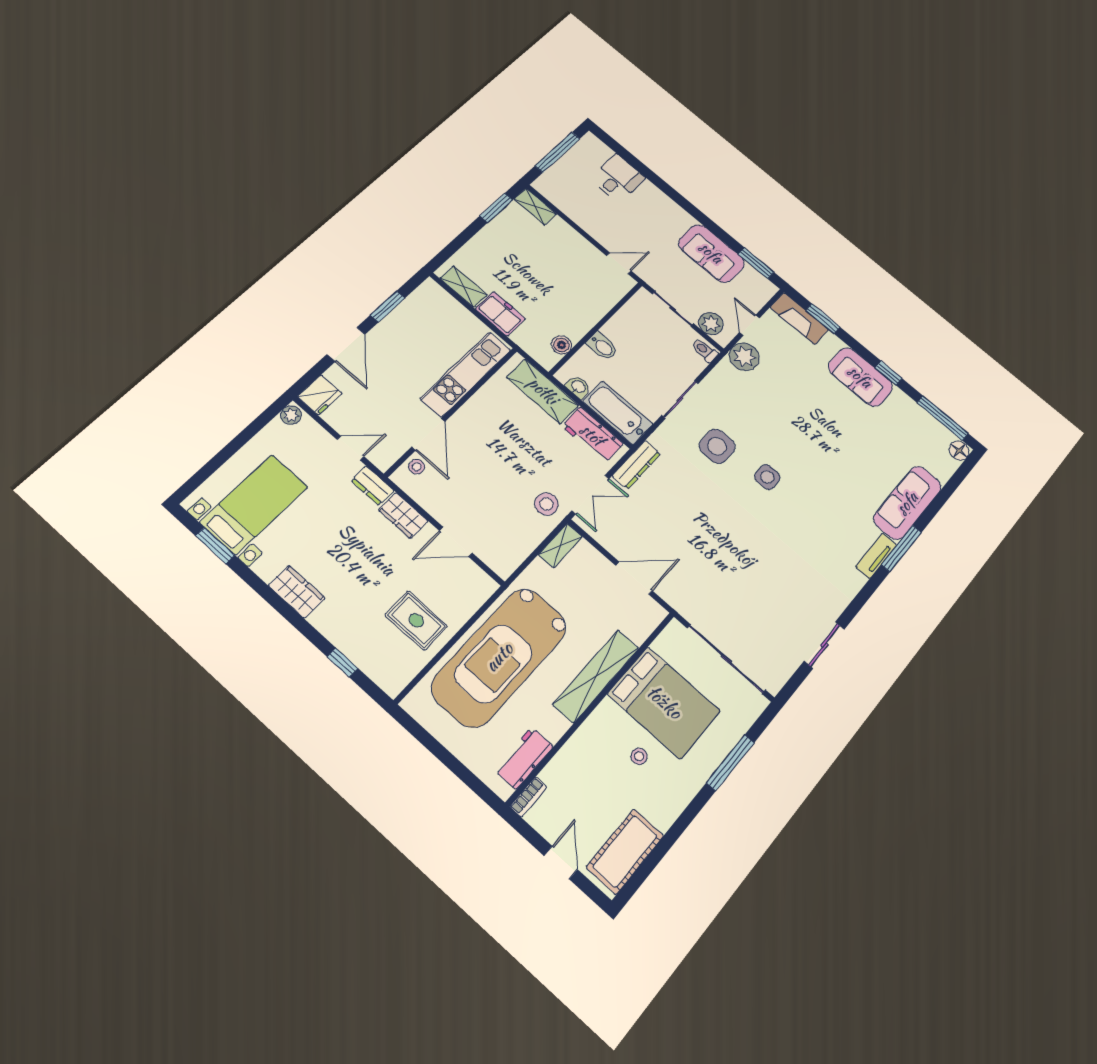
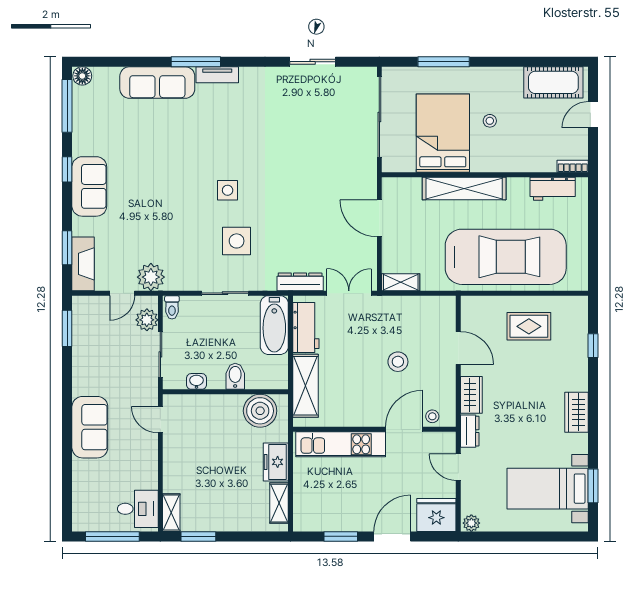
desk: (618, 178) -> (138, 509), moved, turned 180
sofa: (711, 253) -> (90, 427), moved
boiler: (562, 345) -> (260, 411), width x1.86, depth x1.86
washbasin: (578, 387) -> (196, 381), moved, turned 90
fridge: (320, 395) -> (436, 515), width x1.36, depth x1.34
stool: (546, 504) -> (398, 362), moved
rug: (416, 620) -> (529, 326), turned 90

